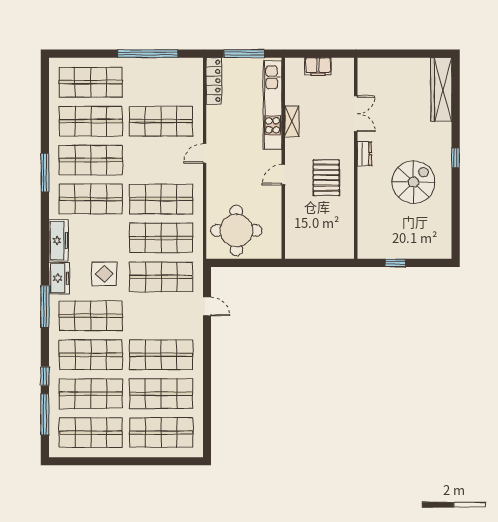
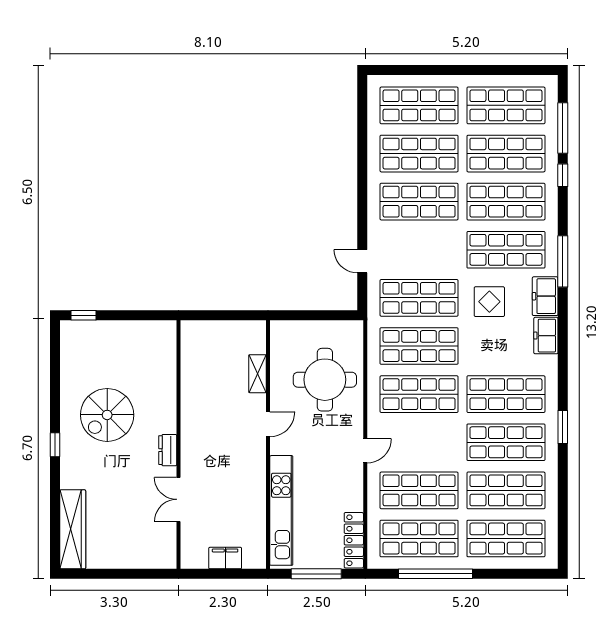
shop shelf: (161, 82) -> (419, 539), added
shelving: (292, 121) -> (257, 374), moved
window: (45, 172) -> (563, 427), width x0.69
pallet: (326, 178) -> (215, 421), removed
round table: (236, 230) -> (325, 380), moved
freezer: (58, 240) -> (546, 336), width x0.71
window: (395, 263) -> (83, 315), moved

